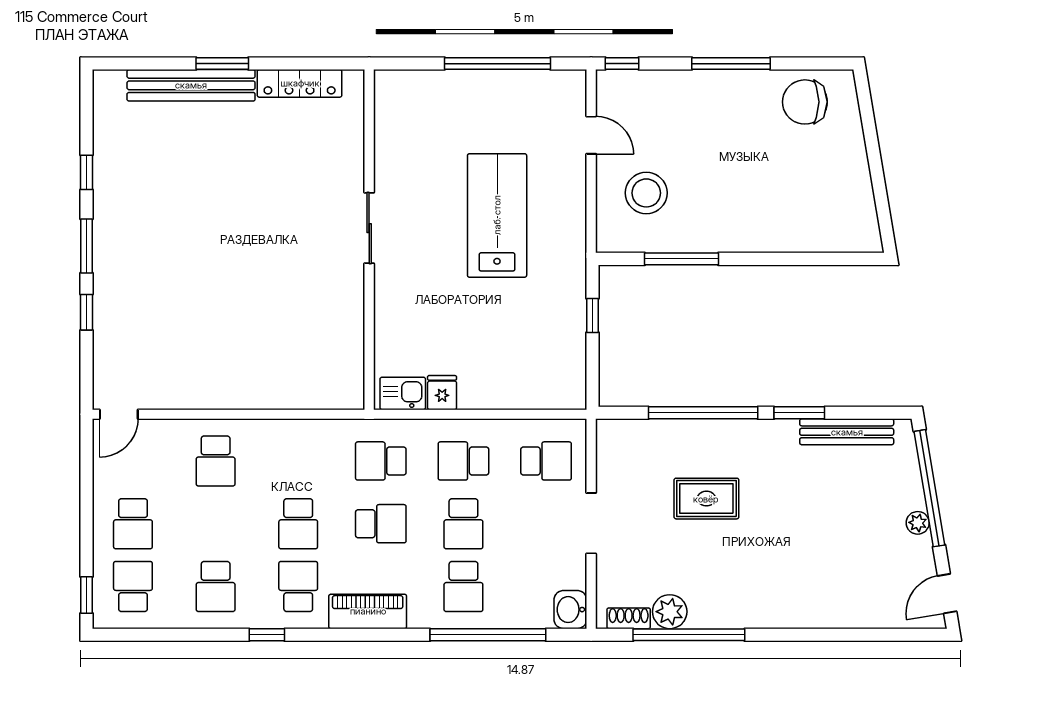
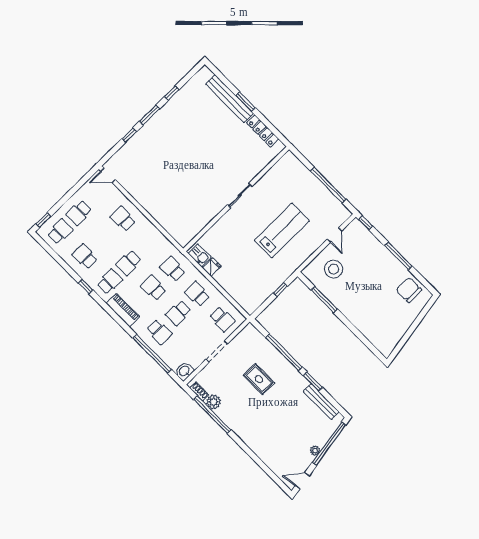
school desk: (216, 461) -> (123, 219), turned 90
school desk: (381, 524) -> (154, 288), turned 180
school desk: (216, 586) -> (85, 257), turned 90
school desk: (463, 586) -> (159, 332), turned -90

